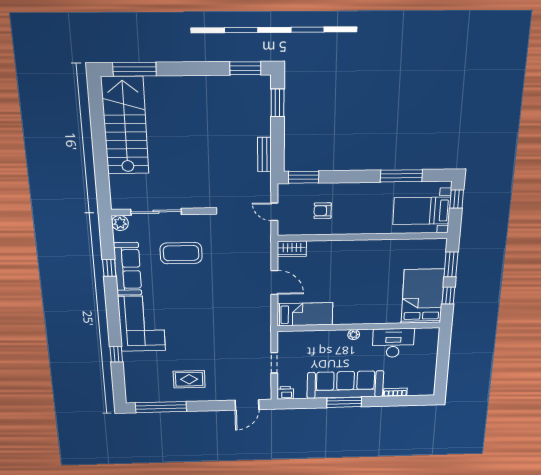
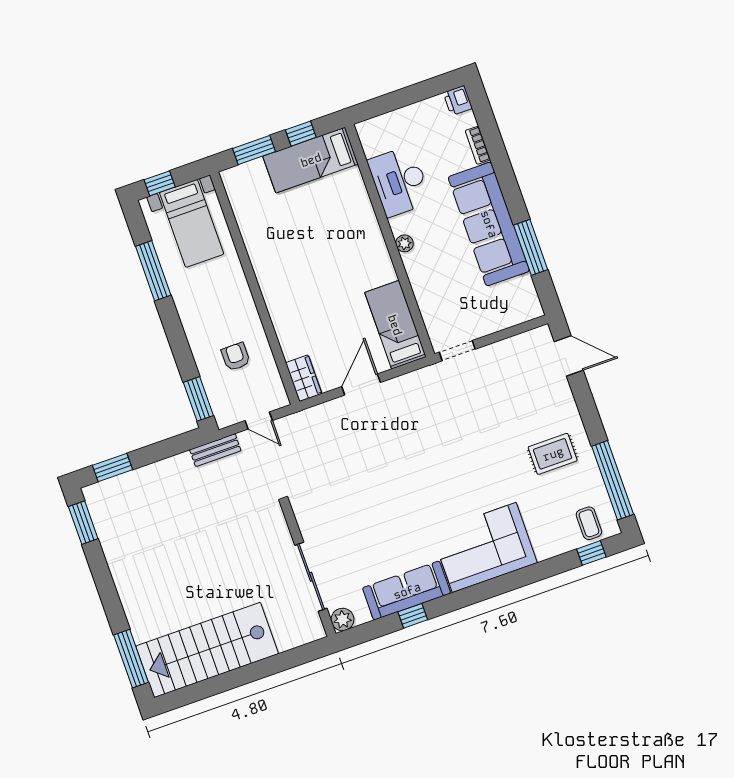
bench: (264, 154) -> (215, 450), moved
armchair: (323, 211) -> (236, 357), turned 180
door: (274, 212) -> (259, 421), hinge flipped
coffee table: (181, 253) -> (589, 523), moved, width x0.54, depth x0.58
bed: (423, 296) -> (311, 160), width x0.67
window: (116, 354) -> (591, 553), moved
doorway: (274, 363) -> (457, 351), moved
rug: (189, 379) -> (553, 454), turned 90
printer: (285, 393) -> (458, 101), moved
window: (344, 402) -> (531, 247), moved

